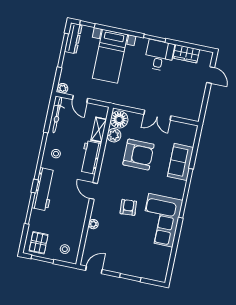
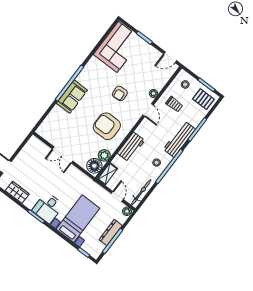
dresser: (73, 38) -> (111, 233), moved
desk: (159, 55) -> (48, 208), moved
double door: (157, 115) -> (63, 155), swing flipped
shelving: (99, 130) -> (108, 174), moved
armchair: (138, 155) -> (107, 126), moved
sofa: (180, 162) -> (72, 97), moved
door: (93, 191) -> (148, 110), moved
corner sofa: (161, 220) -> (118, 47), moved
trolley: (66, 223) -> (174, 104), added
pallet: (39, 243) -> (203, 99), turned 90

